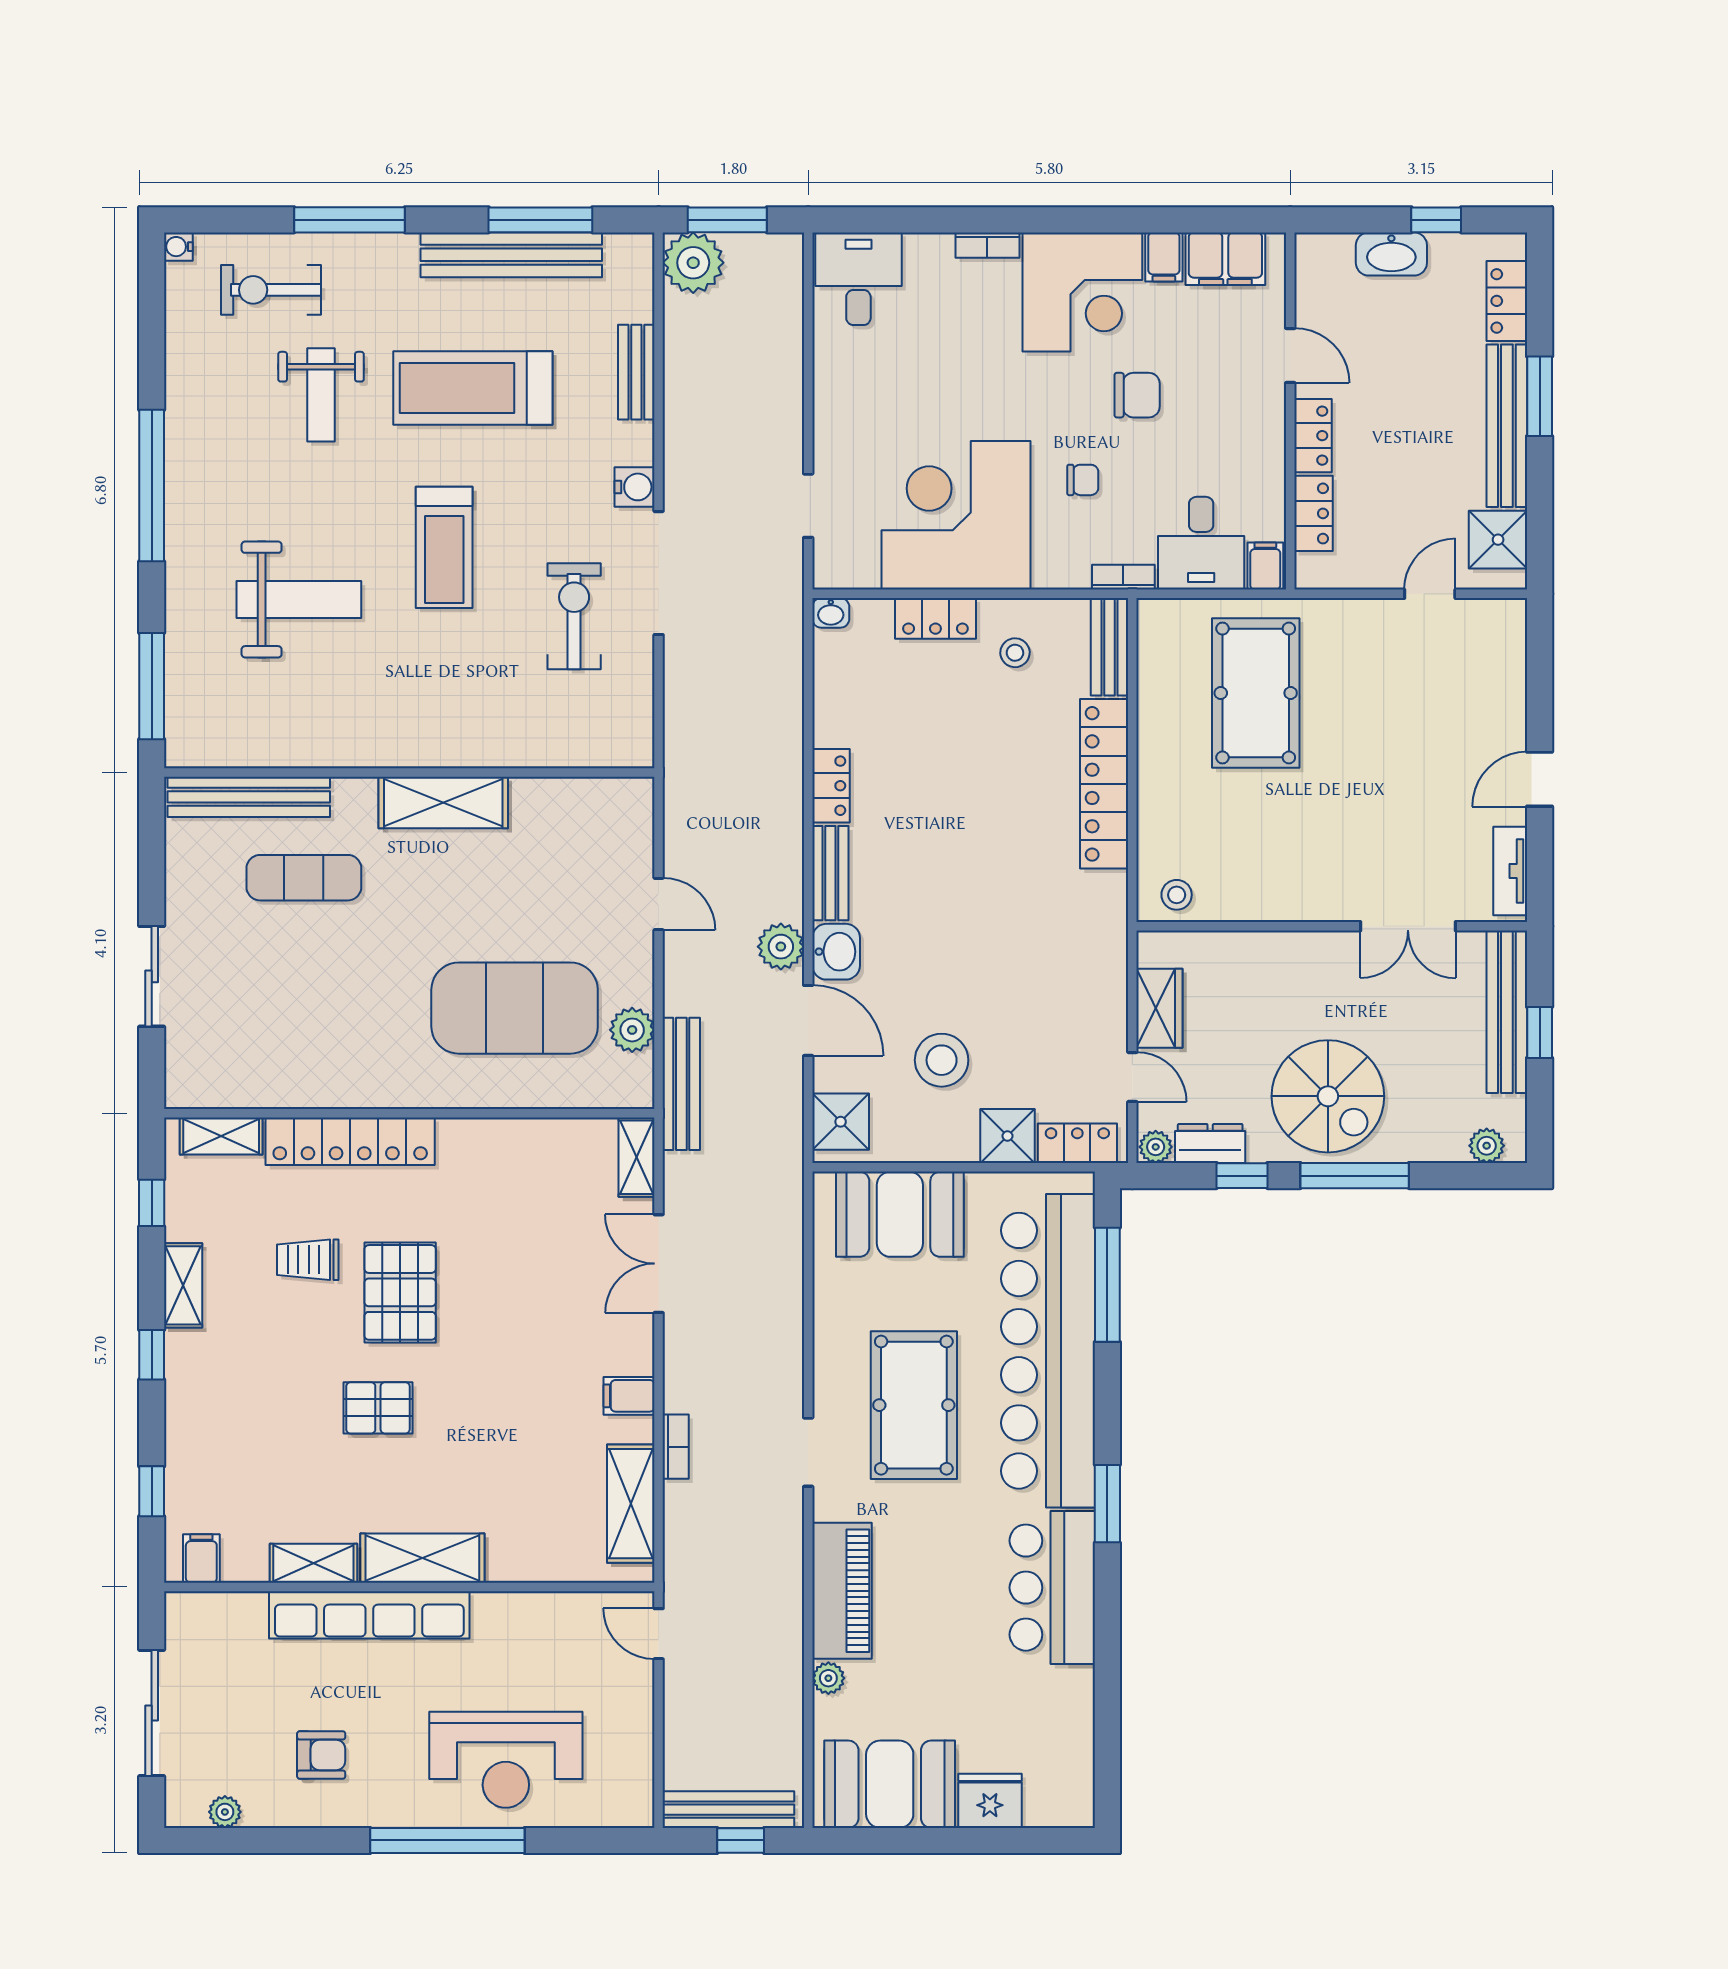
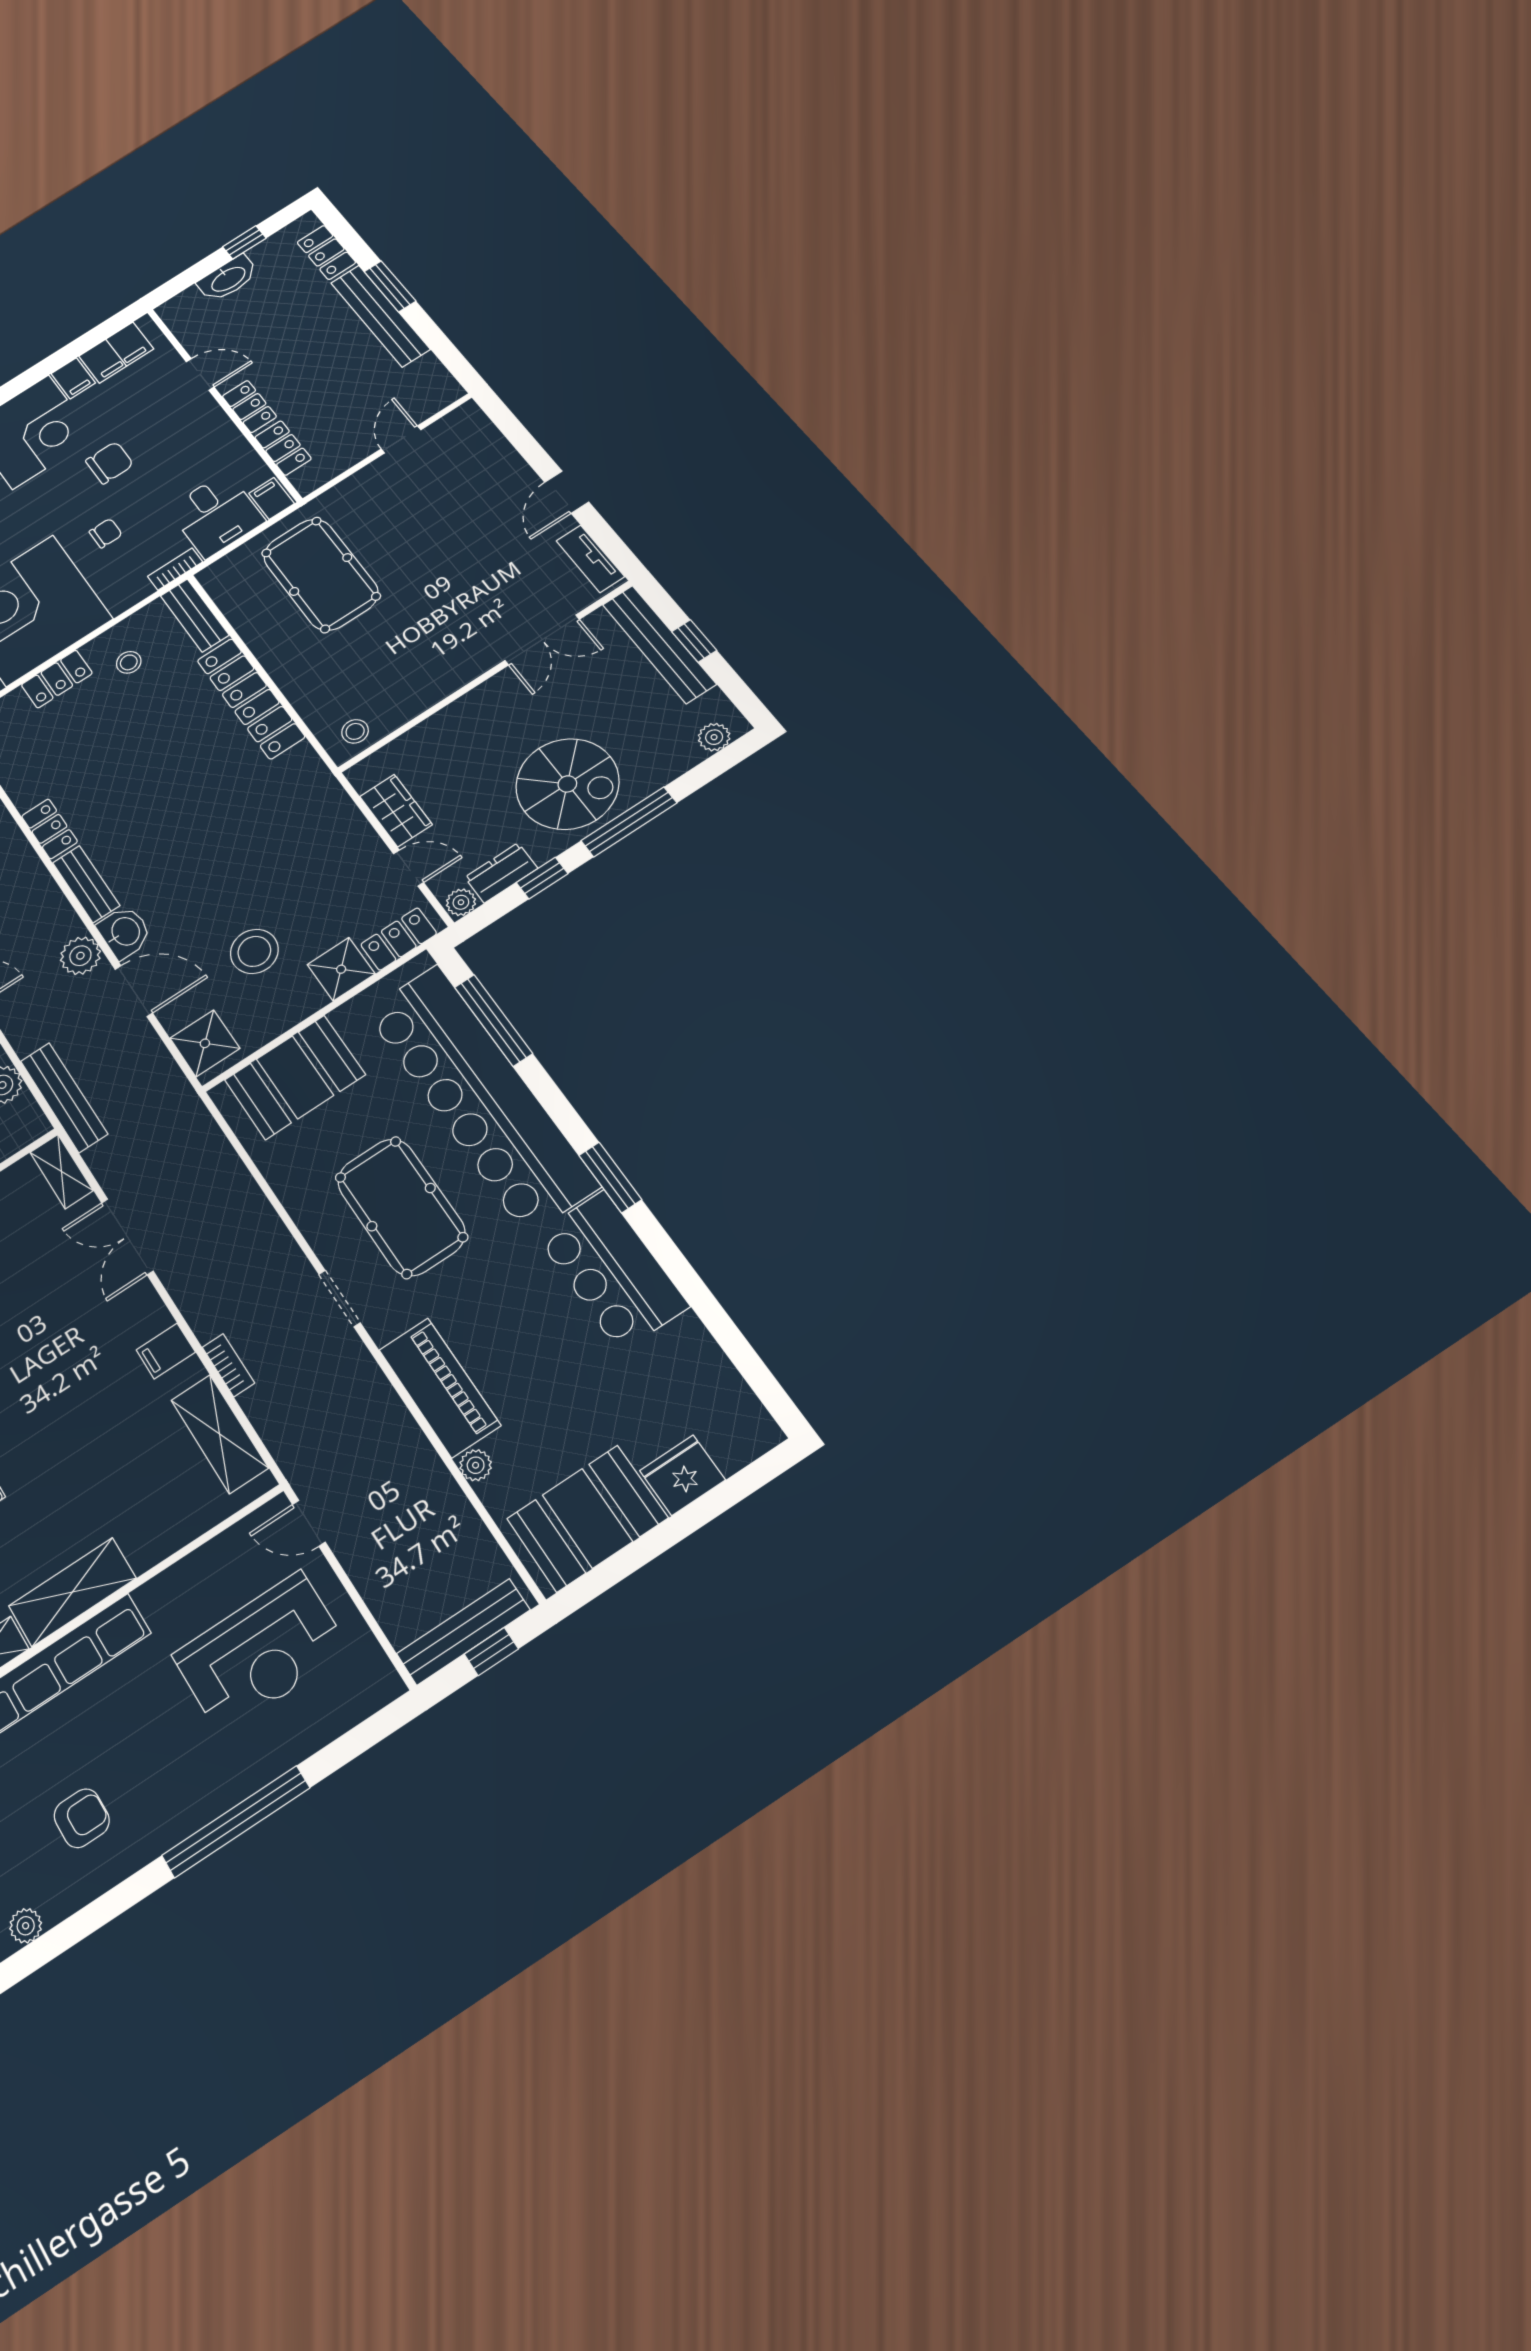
shower: (1498, 540) -> (425, 380), removed
reception desk: (506, 1760) -> (261, 1653), moved

